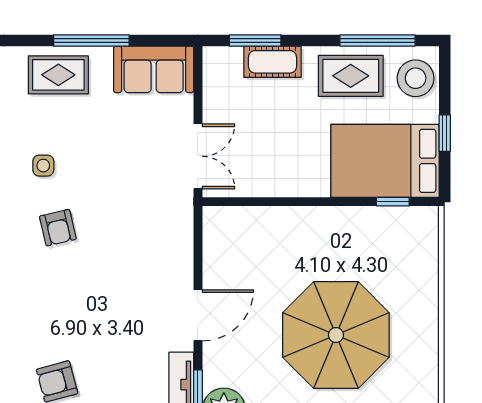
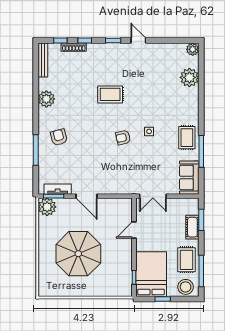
door: (279, 202) -> (134, 230), added

